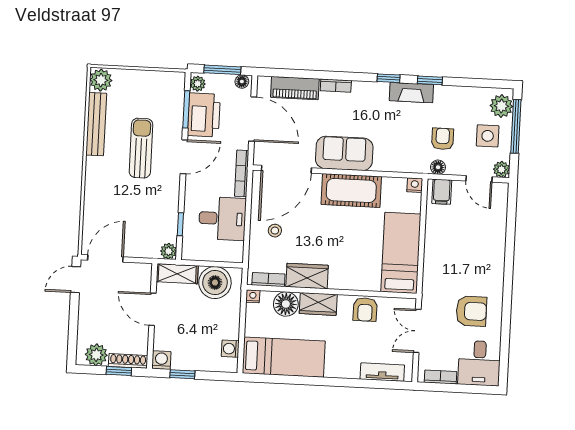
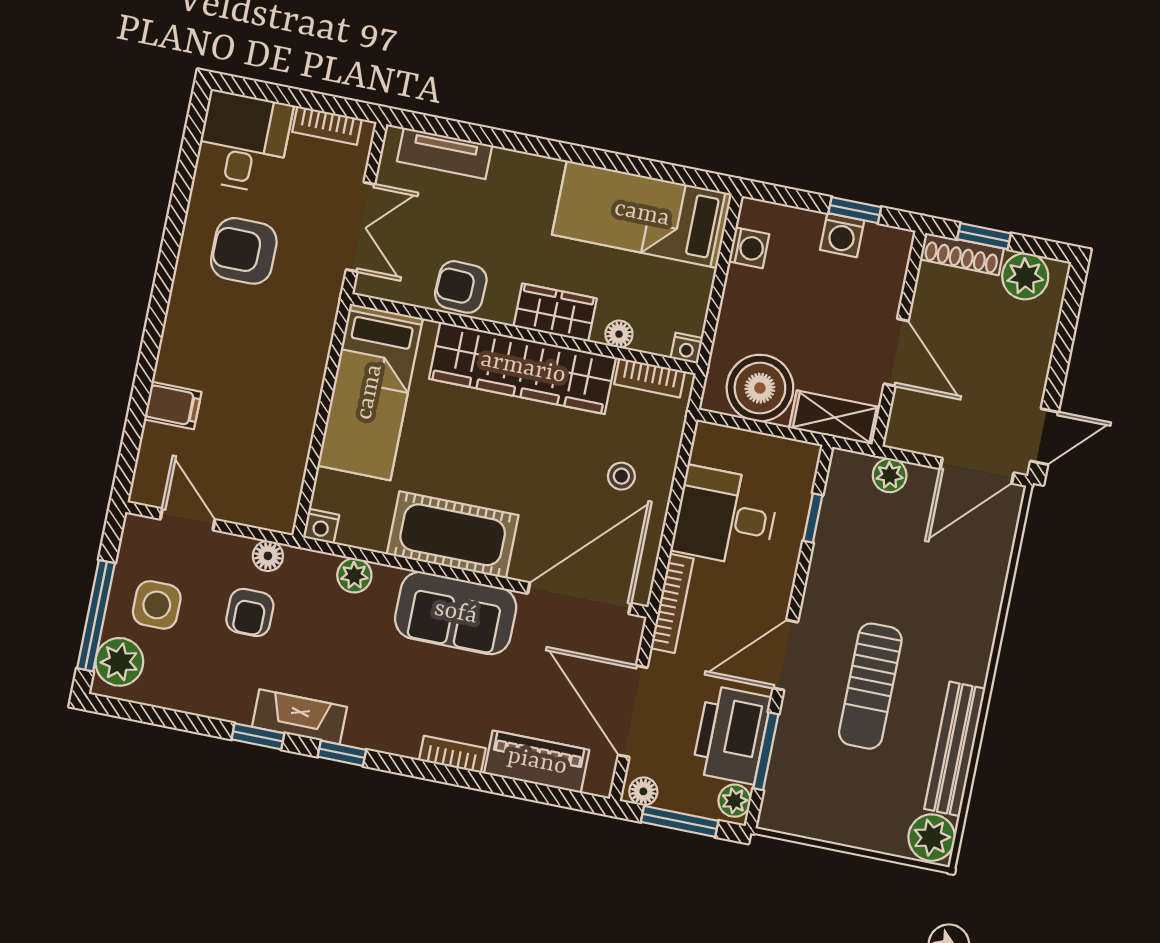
plant: (501, 169) -> (354, 575), moved
filing cabinet: (442, 192) -> (173, 406), moved, turned 90
plant: (169, 251) -> (890, 475), moved
wardrobe: (307, 276) -> (523, 368), width x2.10, depth x1.17
floor lamp: (286, 304) -> (619, 334), width x0.53, depth x0.53
armchair: (365, 309) -> (461, 287), turned -88
washing machine: (161, 360) -> (842, 235), moved

